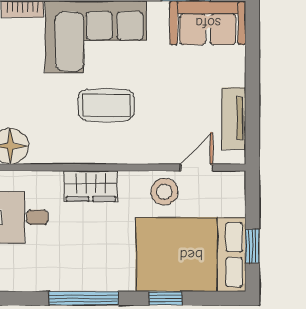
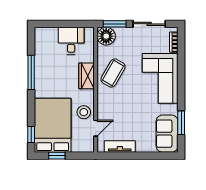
coffee table: (106, 105) -> (113, 73), moved, turned 30
door: (196, 167) -> (96, 128), hinge flipped
window: (166, 298) -> (31, 134), moved

